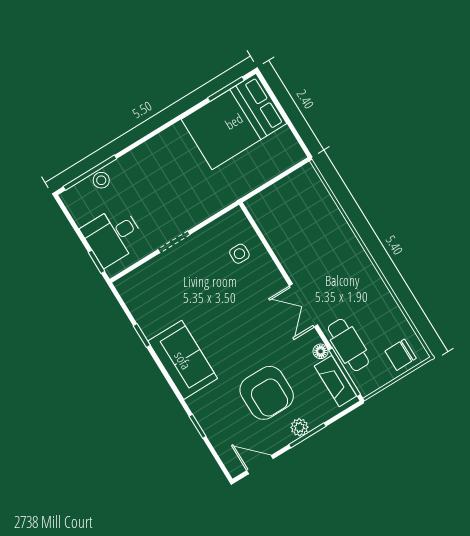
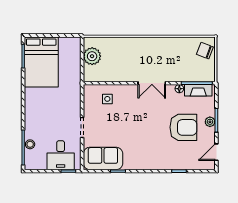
plant: (289, 192) -> (92, 56), added
cafe table: (348, 345) -> (185, 73), removed
chair: (401, 355) -> (205, 51), turned 111
sofa: (183, 360) -> (103, 158), moved

